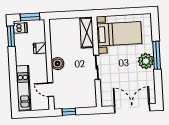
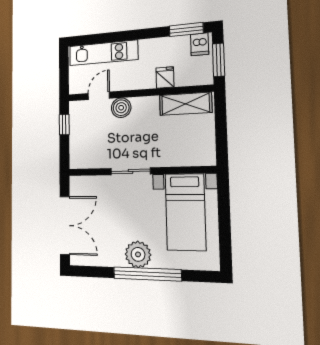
shelving: (87, 33) -> (185, 104), moved
window: (157, 55) -> (147, 274), width x1.46
boiler: (58, 64) -> (121, 108), moved

